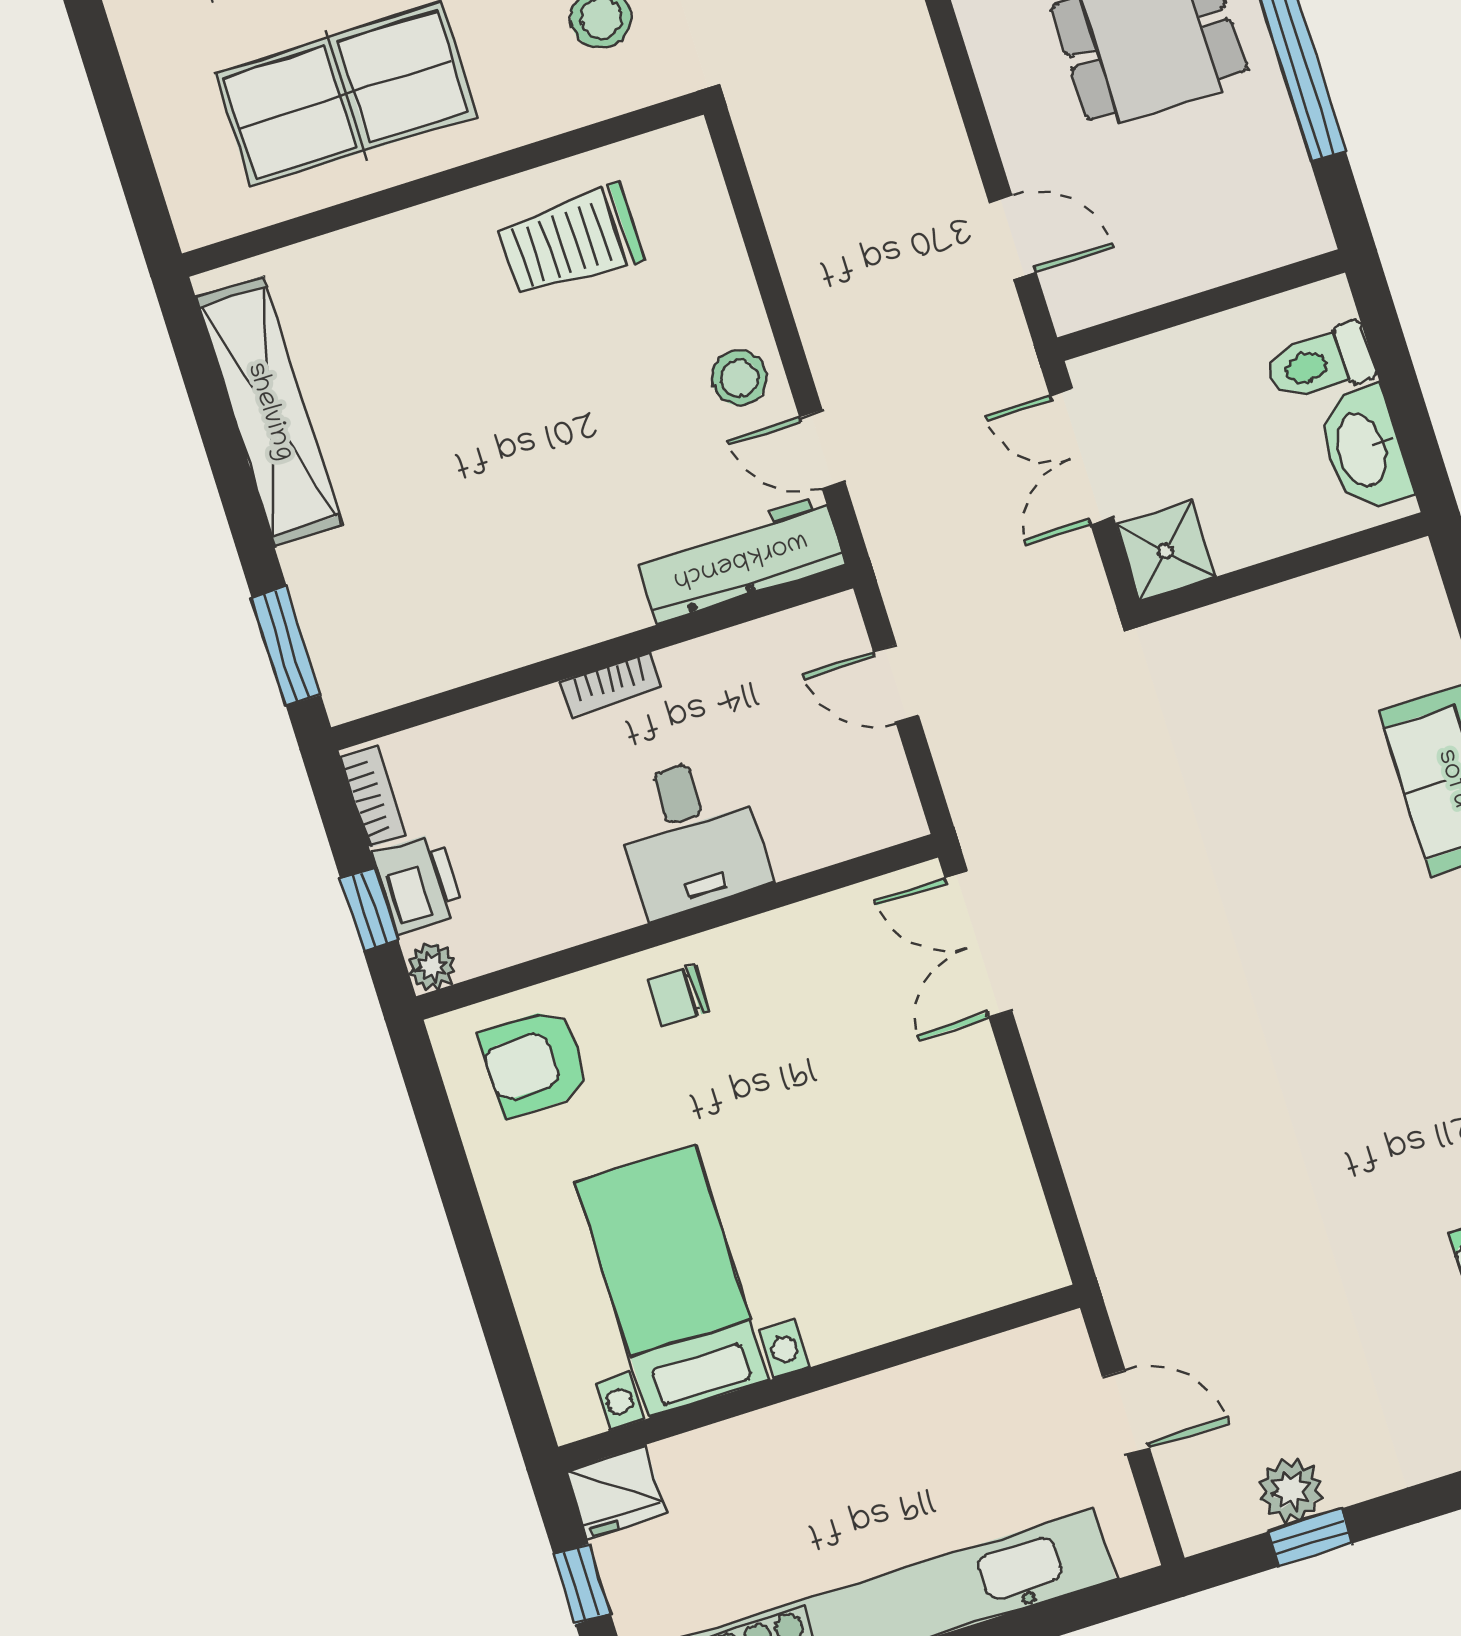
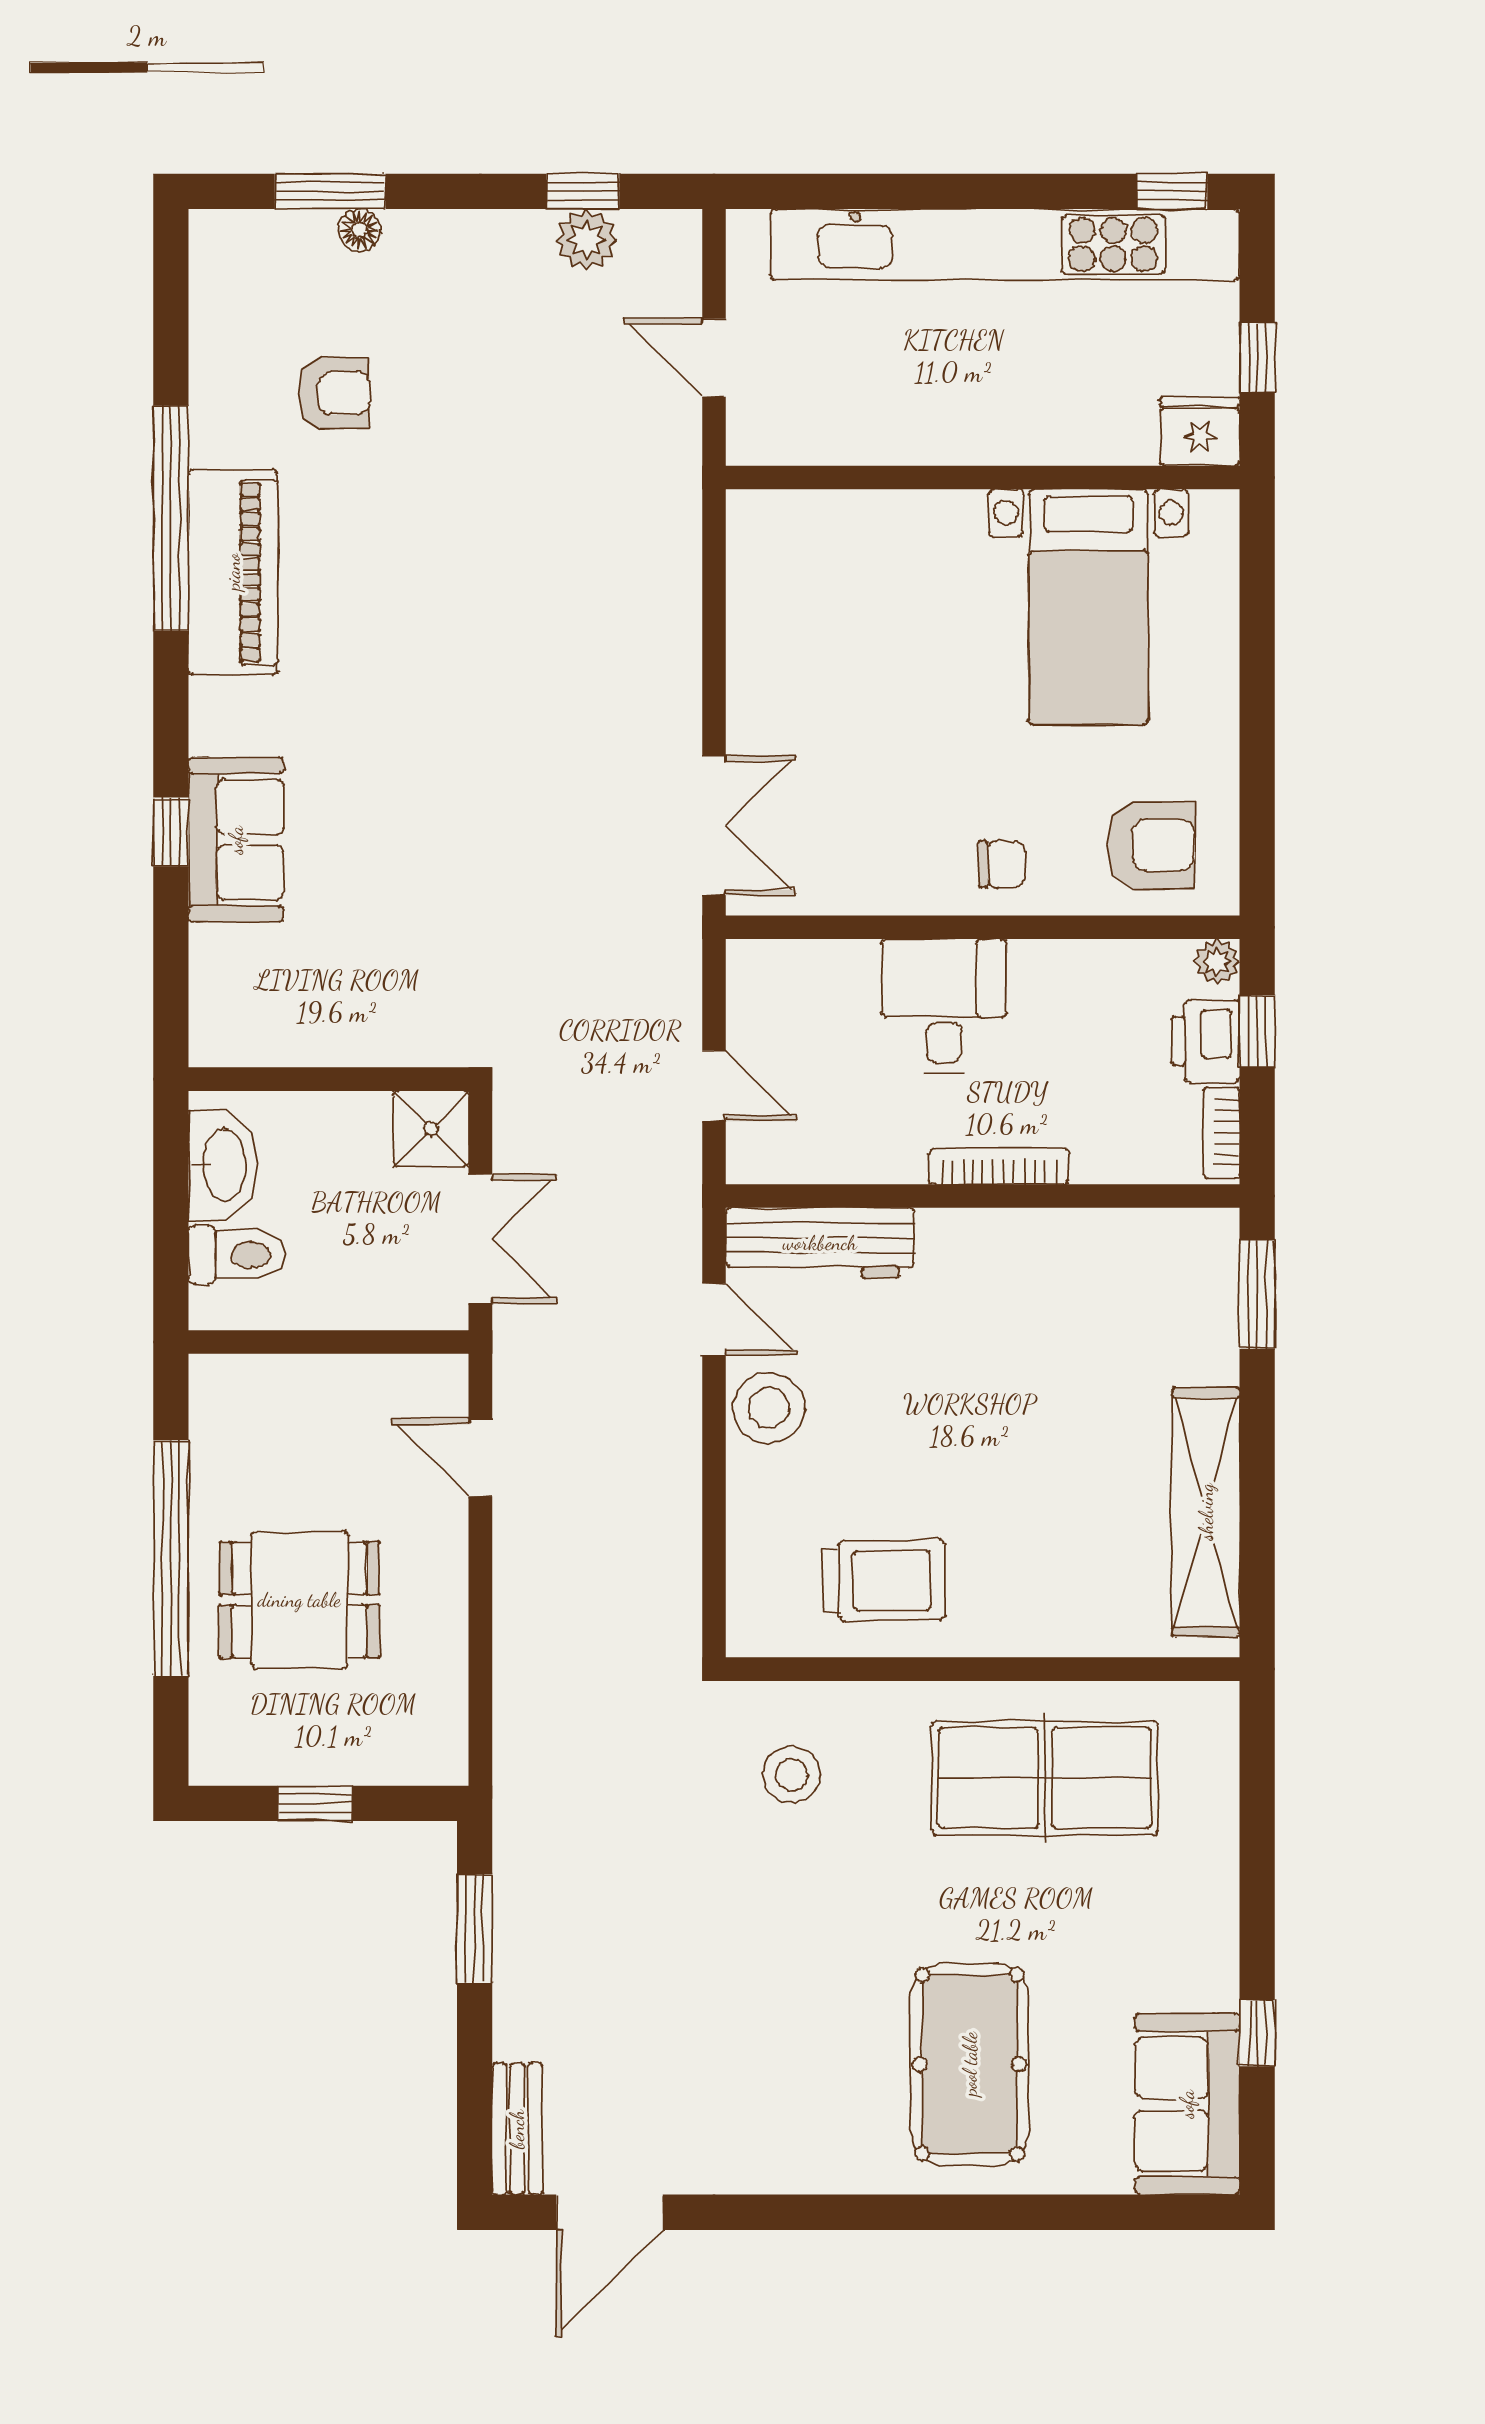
stool: (739, 378) -> (769, 1408), width x1.38, depth x1.38
bookcase: (611, 684) -> (999, 1166), width x1.56

